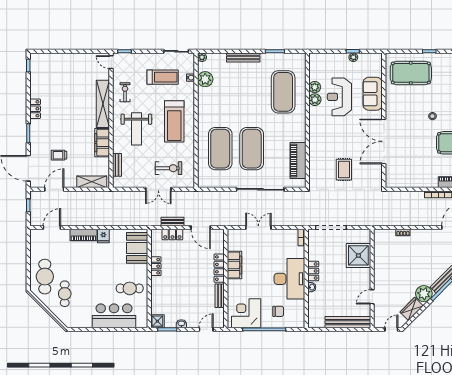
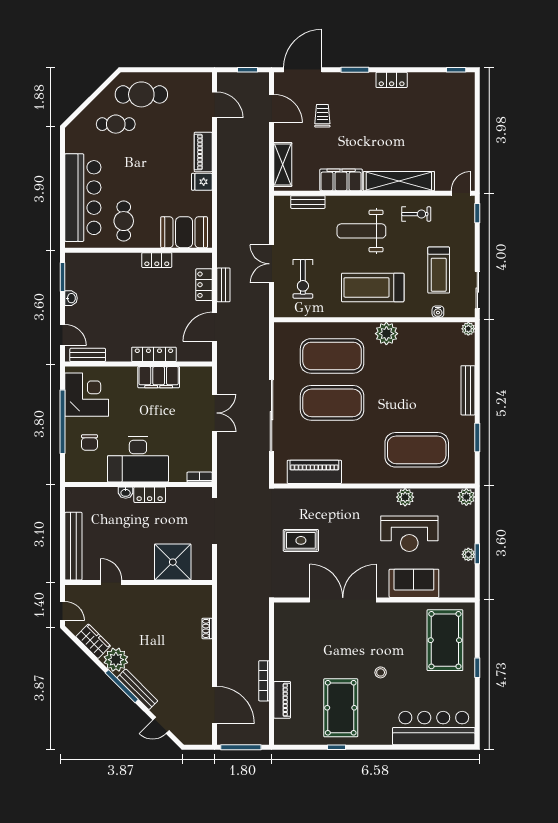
plant: (205, 79) -> (386, 334), moved
plant: (315, 87) -> (466, 497), moved
reception desk: (339, 97) -> (409, 534), turned 180
bench: (220, 296) -> (88, 355), moved
bar counter: (114, 316) -> (83, 198), width x1.36
shower: (157, 321) -> (75, 262), removed

